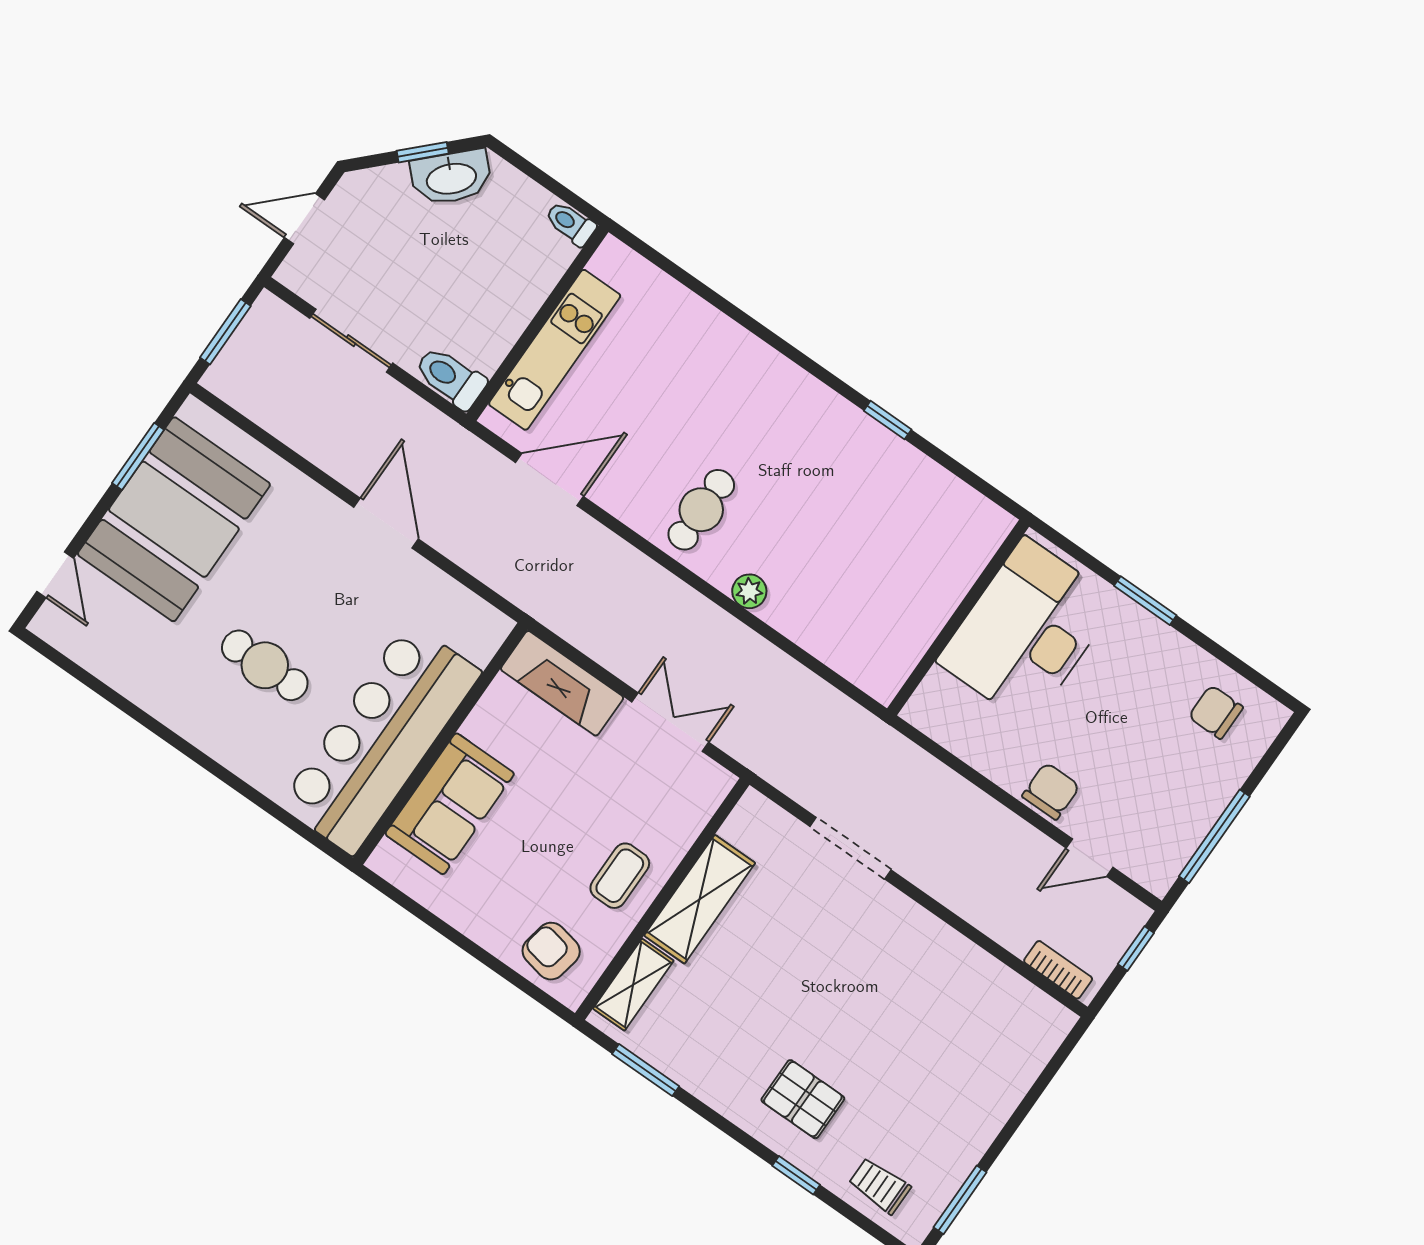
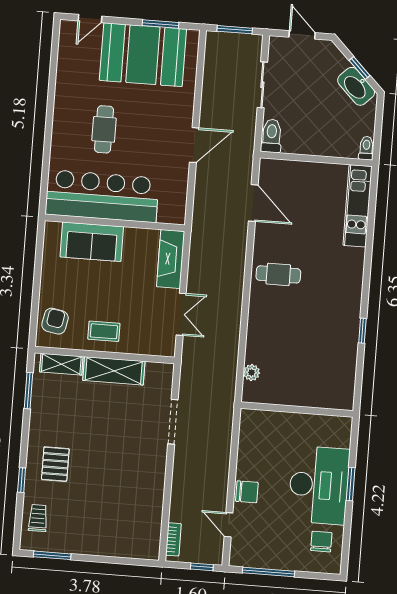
kitchen unit: (555, 350) -> (358, 206), moved, turned 90
plant: (749, 591) -> (252, 373), moved
desk: (1027, 631) -> (319, 485), moved, turned 90

